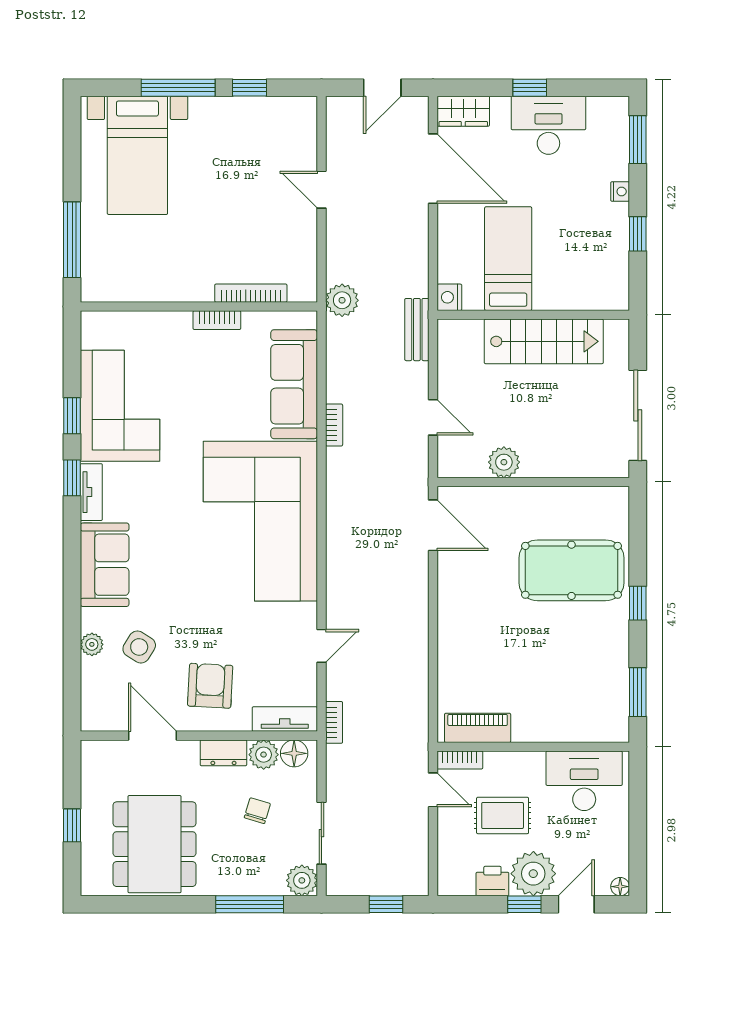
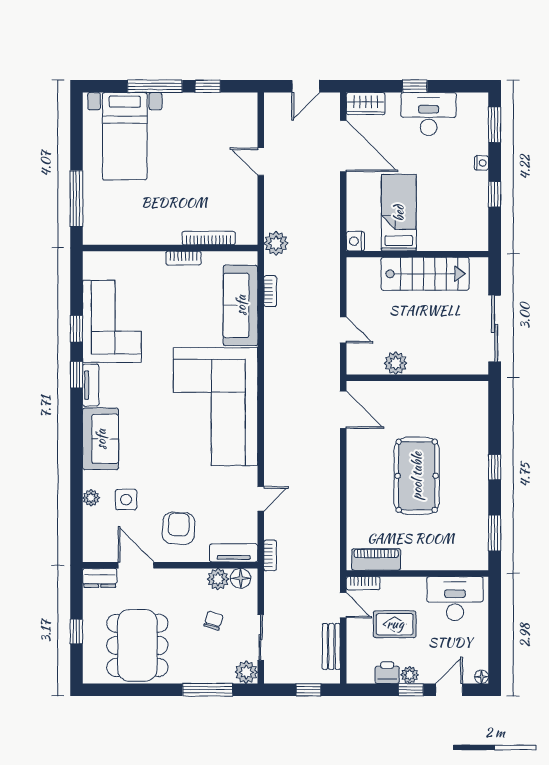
bench: (417, 330) -> (331, 646), moved
bookcase: (334, 425) -> (270, 291), moved
pool table: (572, 570) -> (417, 476), moved, turned 90
side table: (139, 647) -> (126, 500), turned -32
dresser: (223, 753) -> (100, 578), moved
plant: (533, 874) -> (410, 675), width x0.53, depth x0.53

